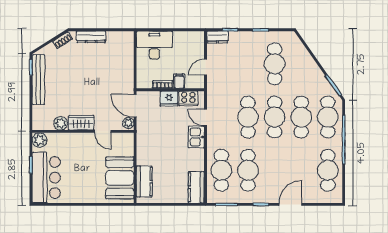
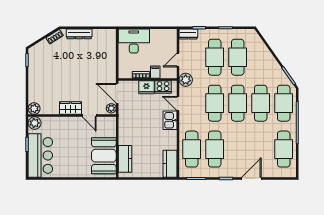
cafe table: (248, 64) -> (215, 57), added
bench: (38, 80) -> (34, 71), removed
plant: (214, 90) -> (186, 80), added
plant: (61, 123) -> (34, 109), moved

